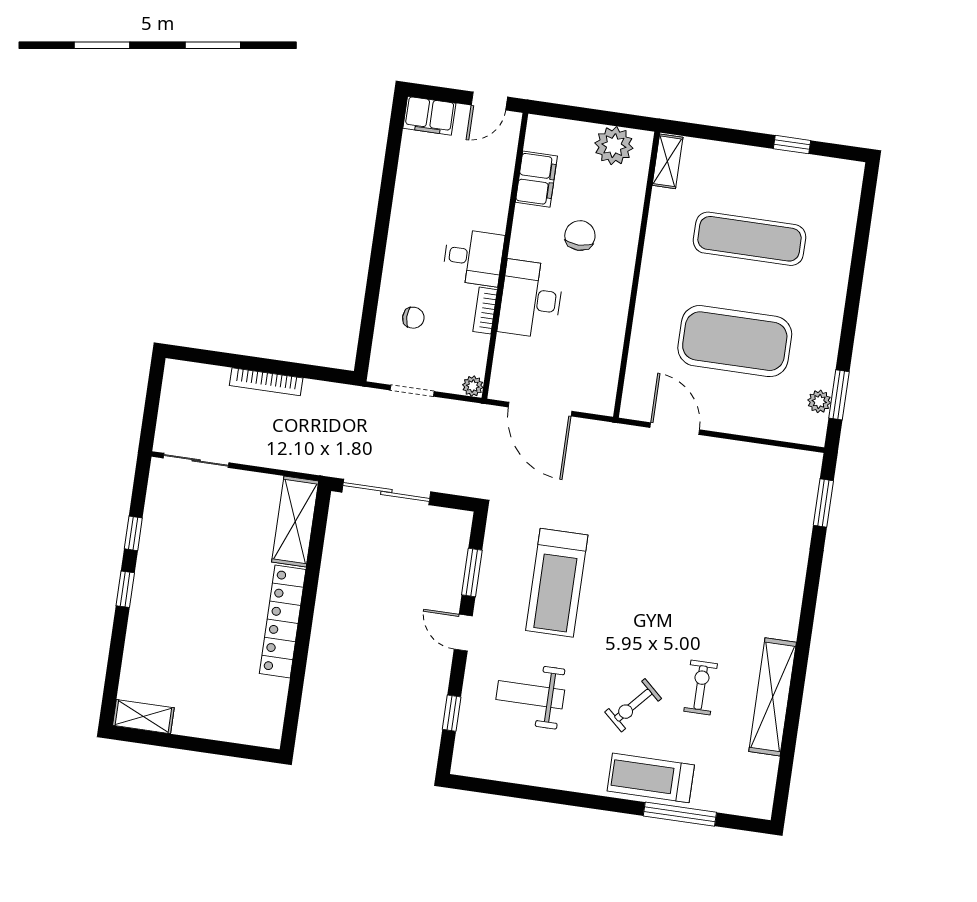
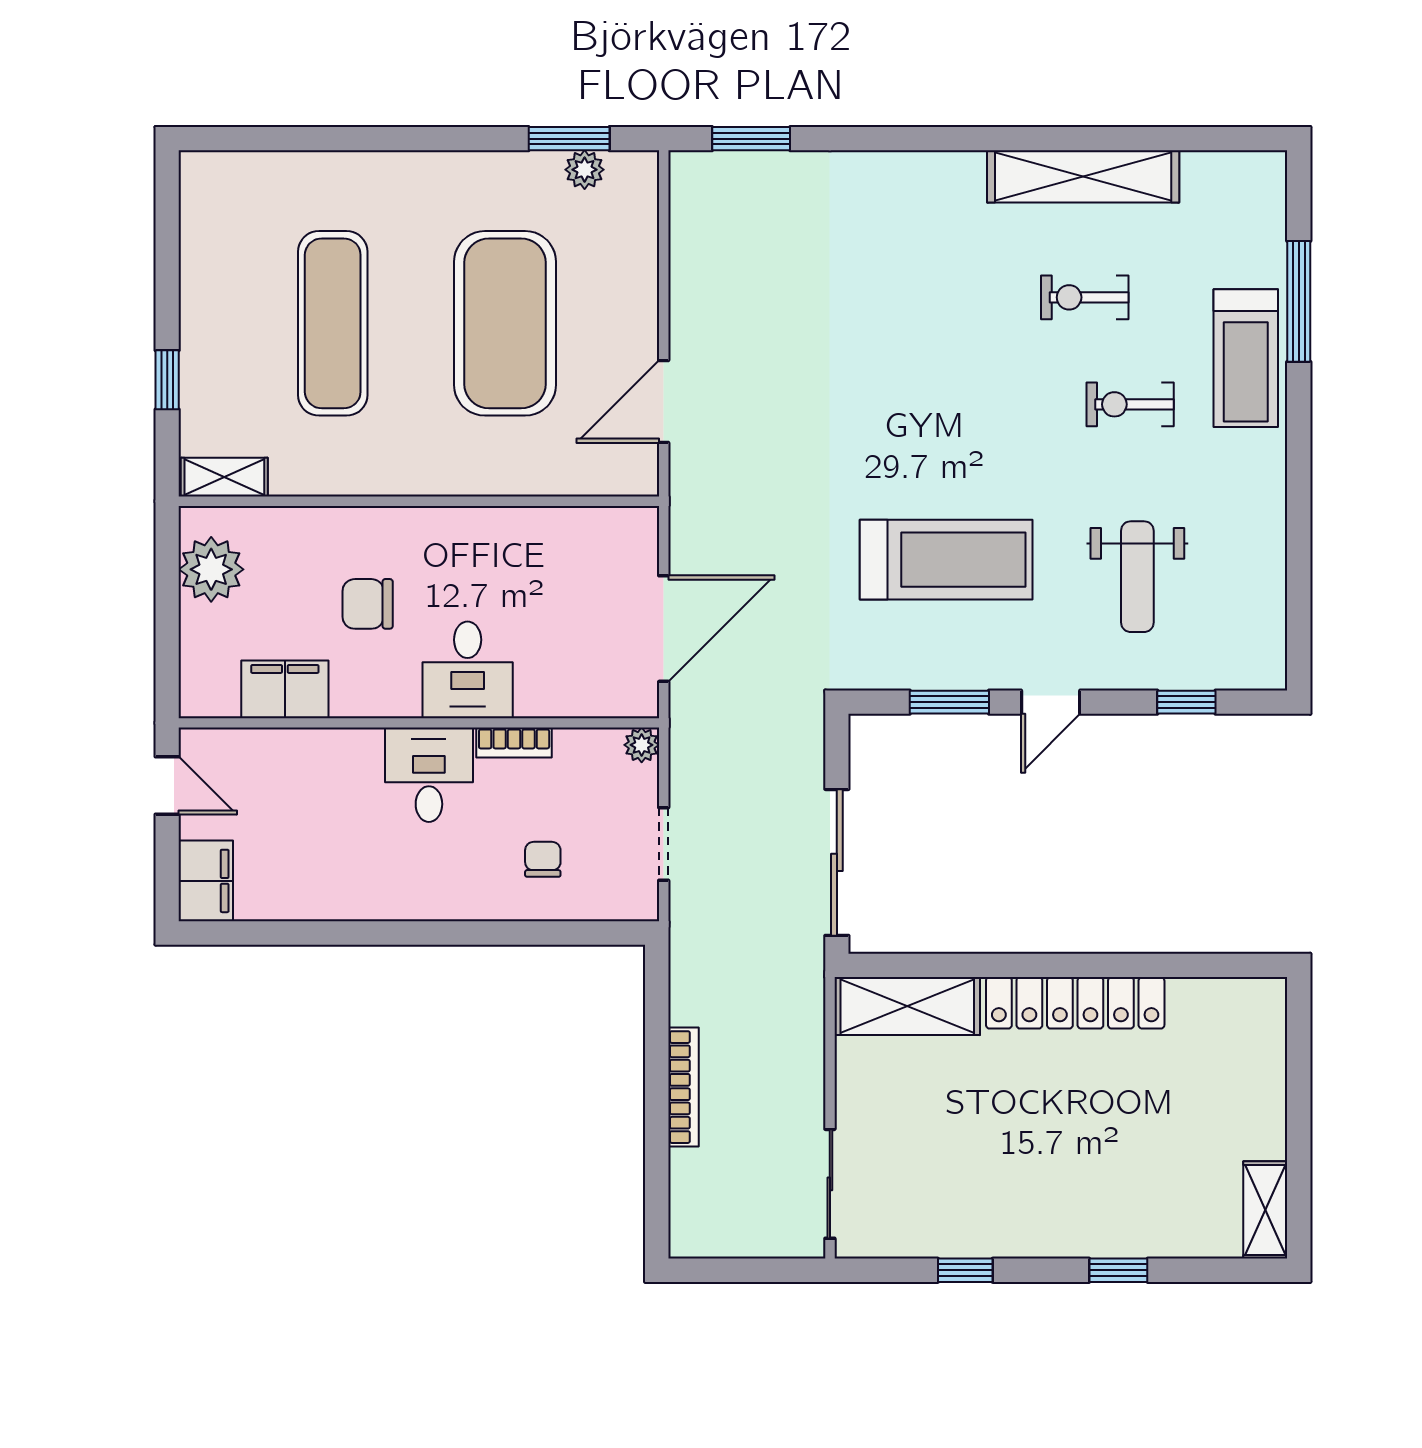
window: (792, 145) -> (167, 380), moved
desk: (531, 299) -> (468, 670), width x0.73
window: (125, 589) -> (1118, 1270), moved
exercise bike: (633, 705) -> (1130, 404), turned 138

